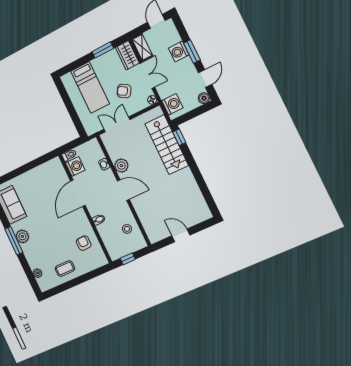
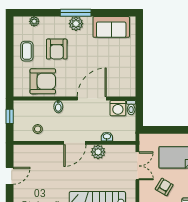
door: (78, 193) -> (92, 98), hinge flipped
armchair: (51, 243) -> (57, 49), added
armchair: (84, 243) -> (43, 81), width x1.88, depth x1.88

